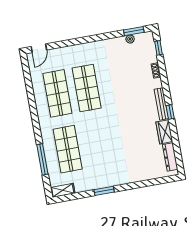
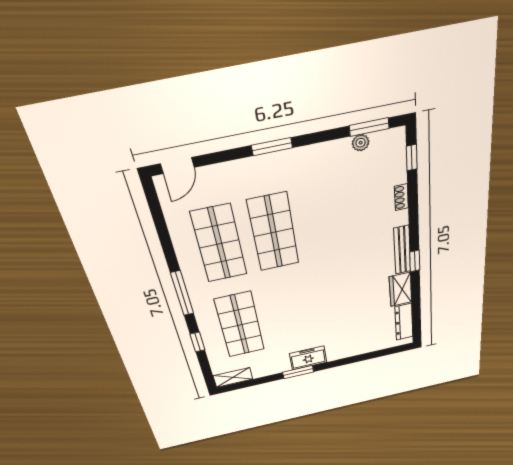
window: (85, 40) -> (272, 147), added
window: (36, 124) -> (182, 293), added
window: (42, 159) -> (198, 342), width x0.46
freezer: (110, 180) -> (308, 358), added

